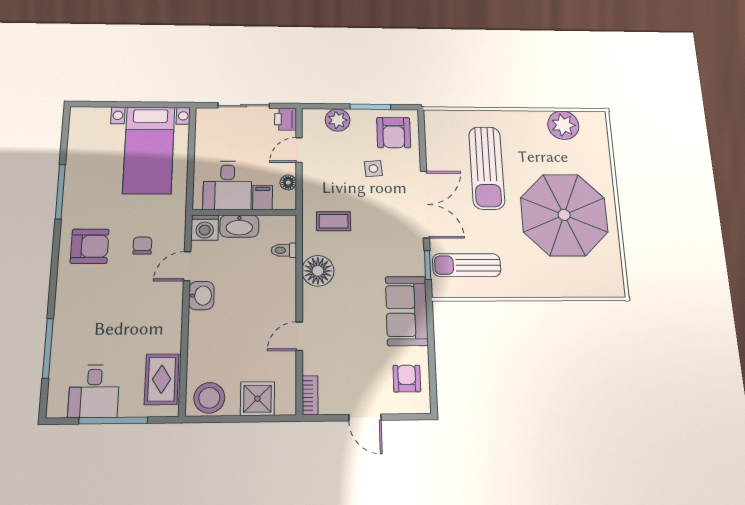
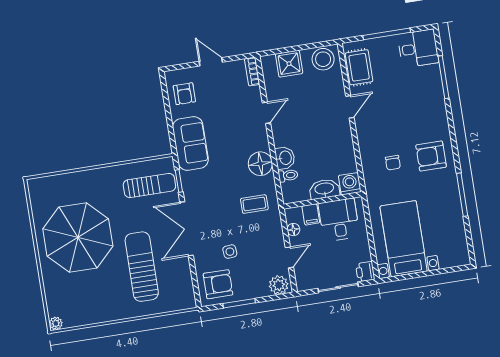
printer: (286, 119) -> (365, 272), moved, turned 180
plant: (338, 120) -> (279, 285), moved
plant: (563, 125) -> (56, 323), moved, width x0.53, depth x0.53
armchair: (394, 133) -> (218, 284), turned 90
door: (187, 266) -> (350, 107), moved
washbasin: (201, 296) -> (285, 158), moved, turned 180
desk: (94, 391) -> (418, 48), moved, turned 90

